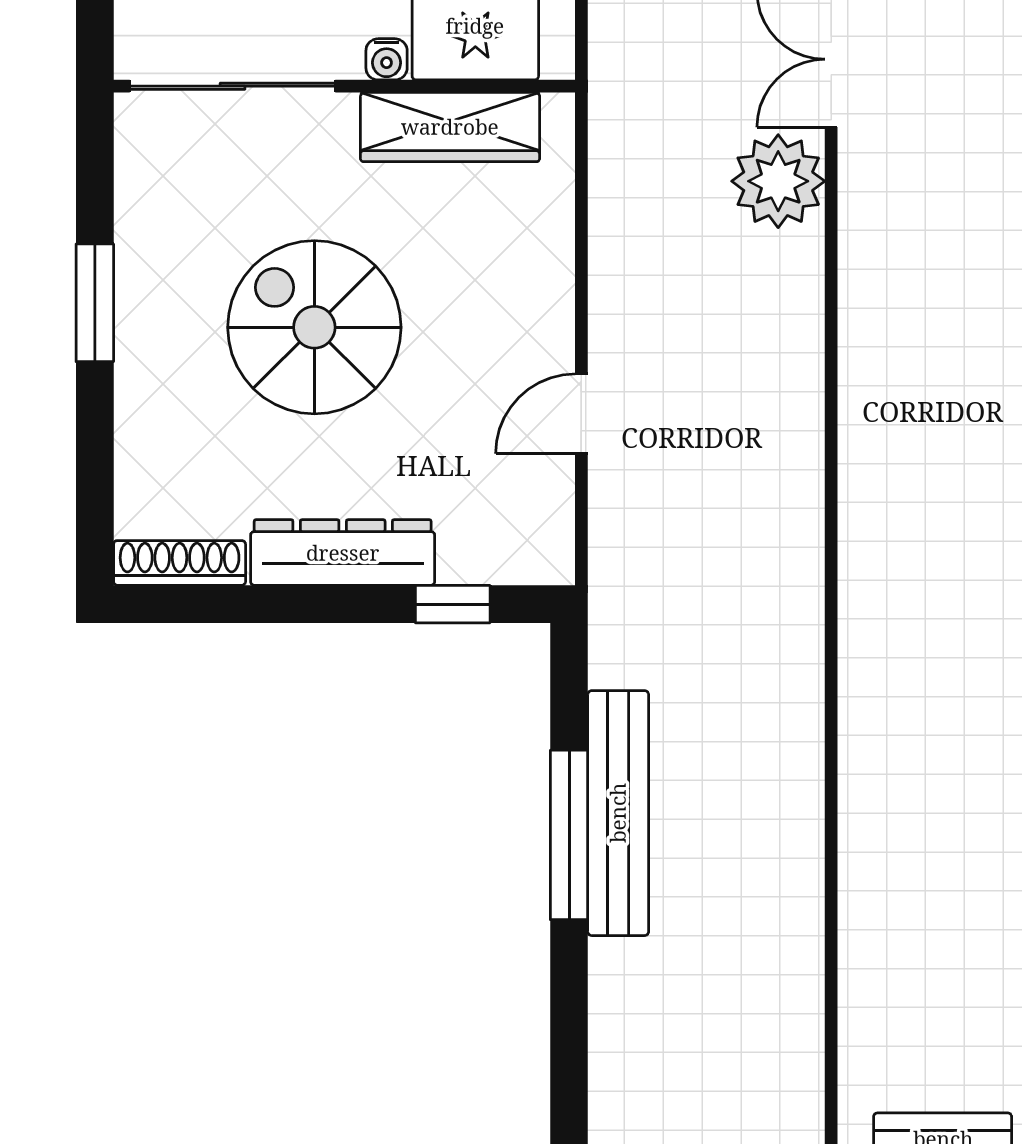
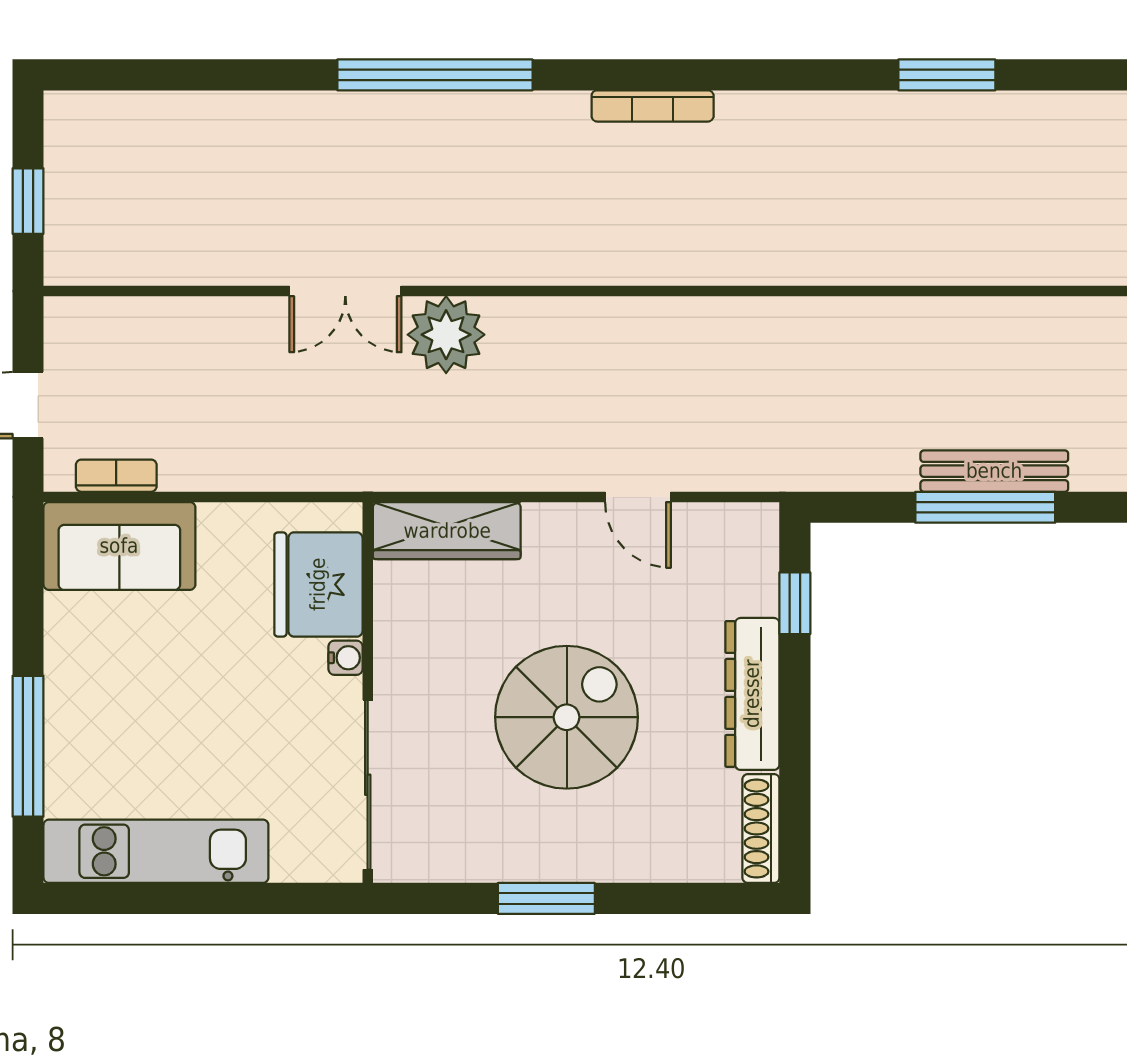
wardrobe: (450, 127) -> (447, 531), moved, turned 90
spiral stairs: (314, 327) -> (567, 717), turned 180
bench: (618, 813) -> (994, 471), width x0.73, depth x0.82

